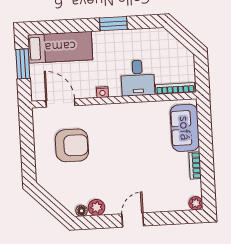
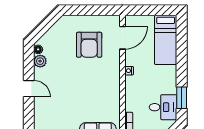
window: (113, 24) -> (182, 98), moved
window: (23, 64) -> (154, 10), removed
desk: (138, 78) -> (163, 107), moved, turned 180

